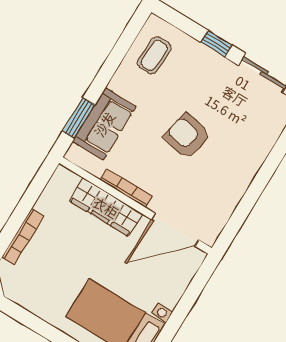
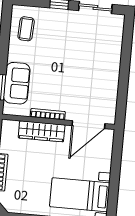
armchair: (187, 136) -> (68, 67), removed

